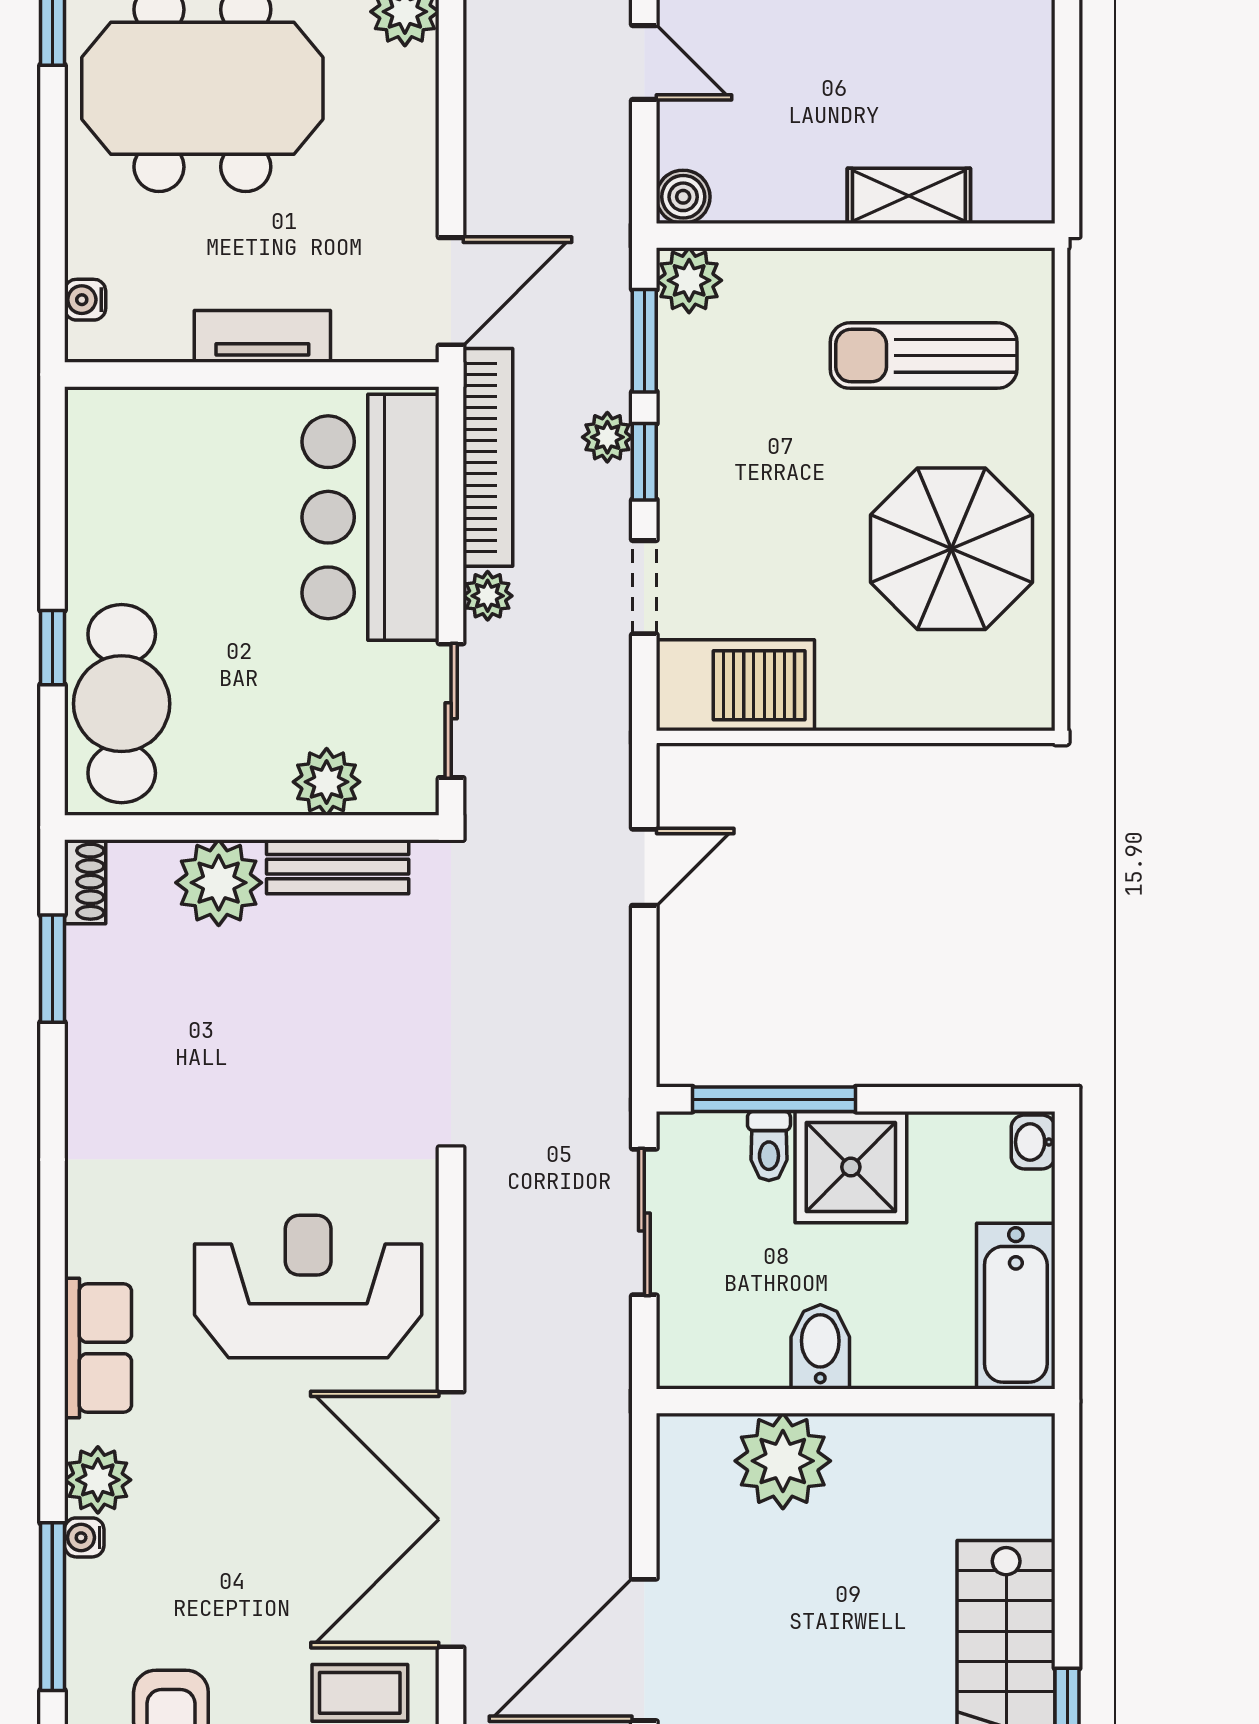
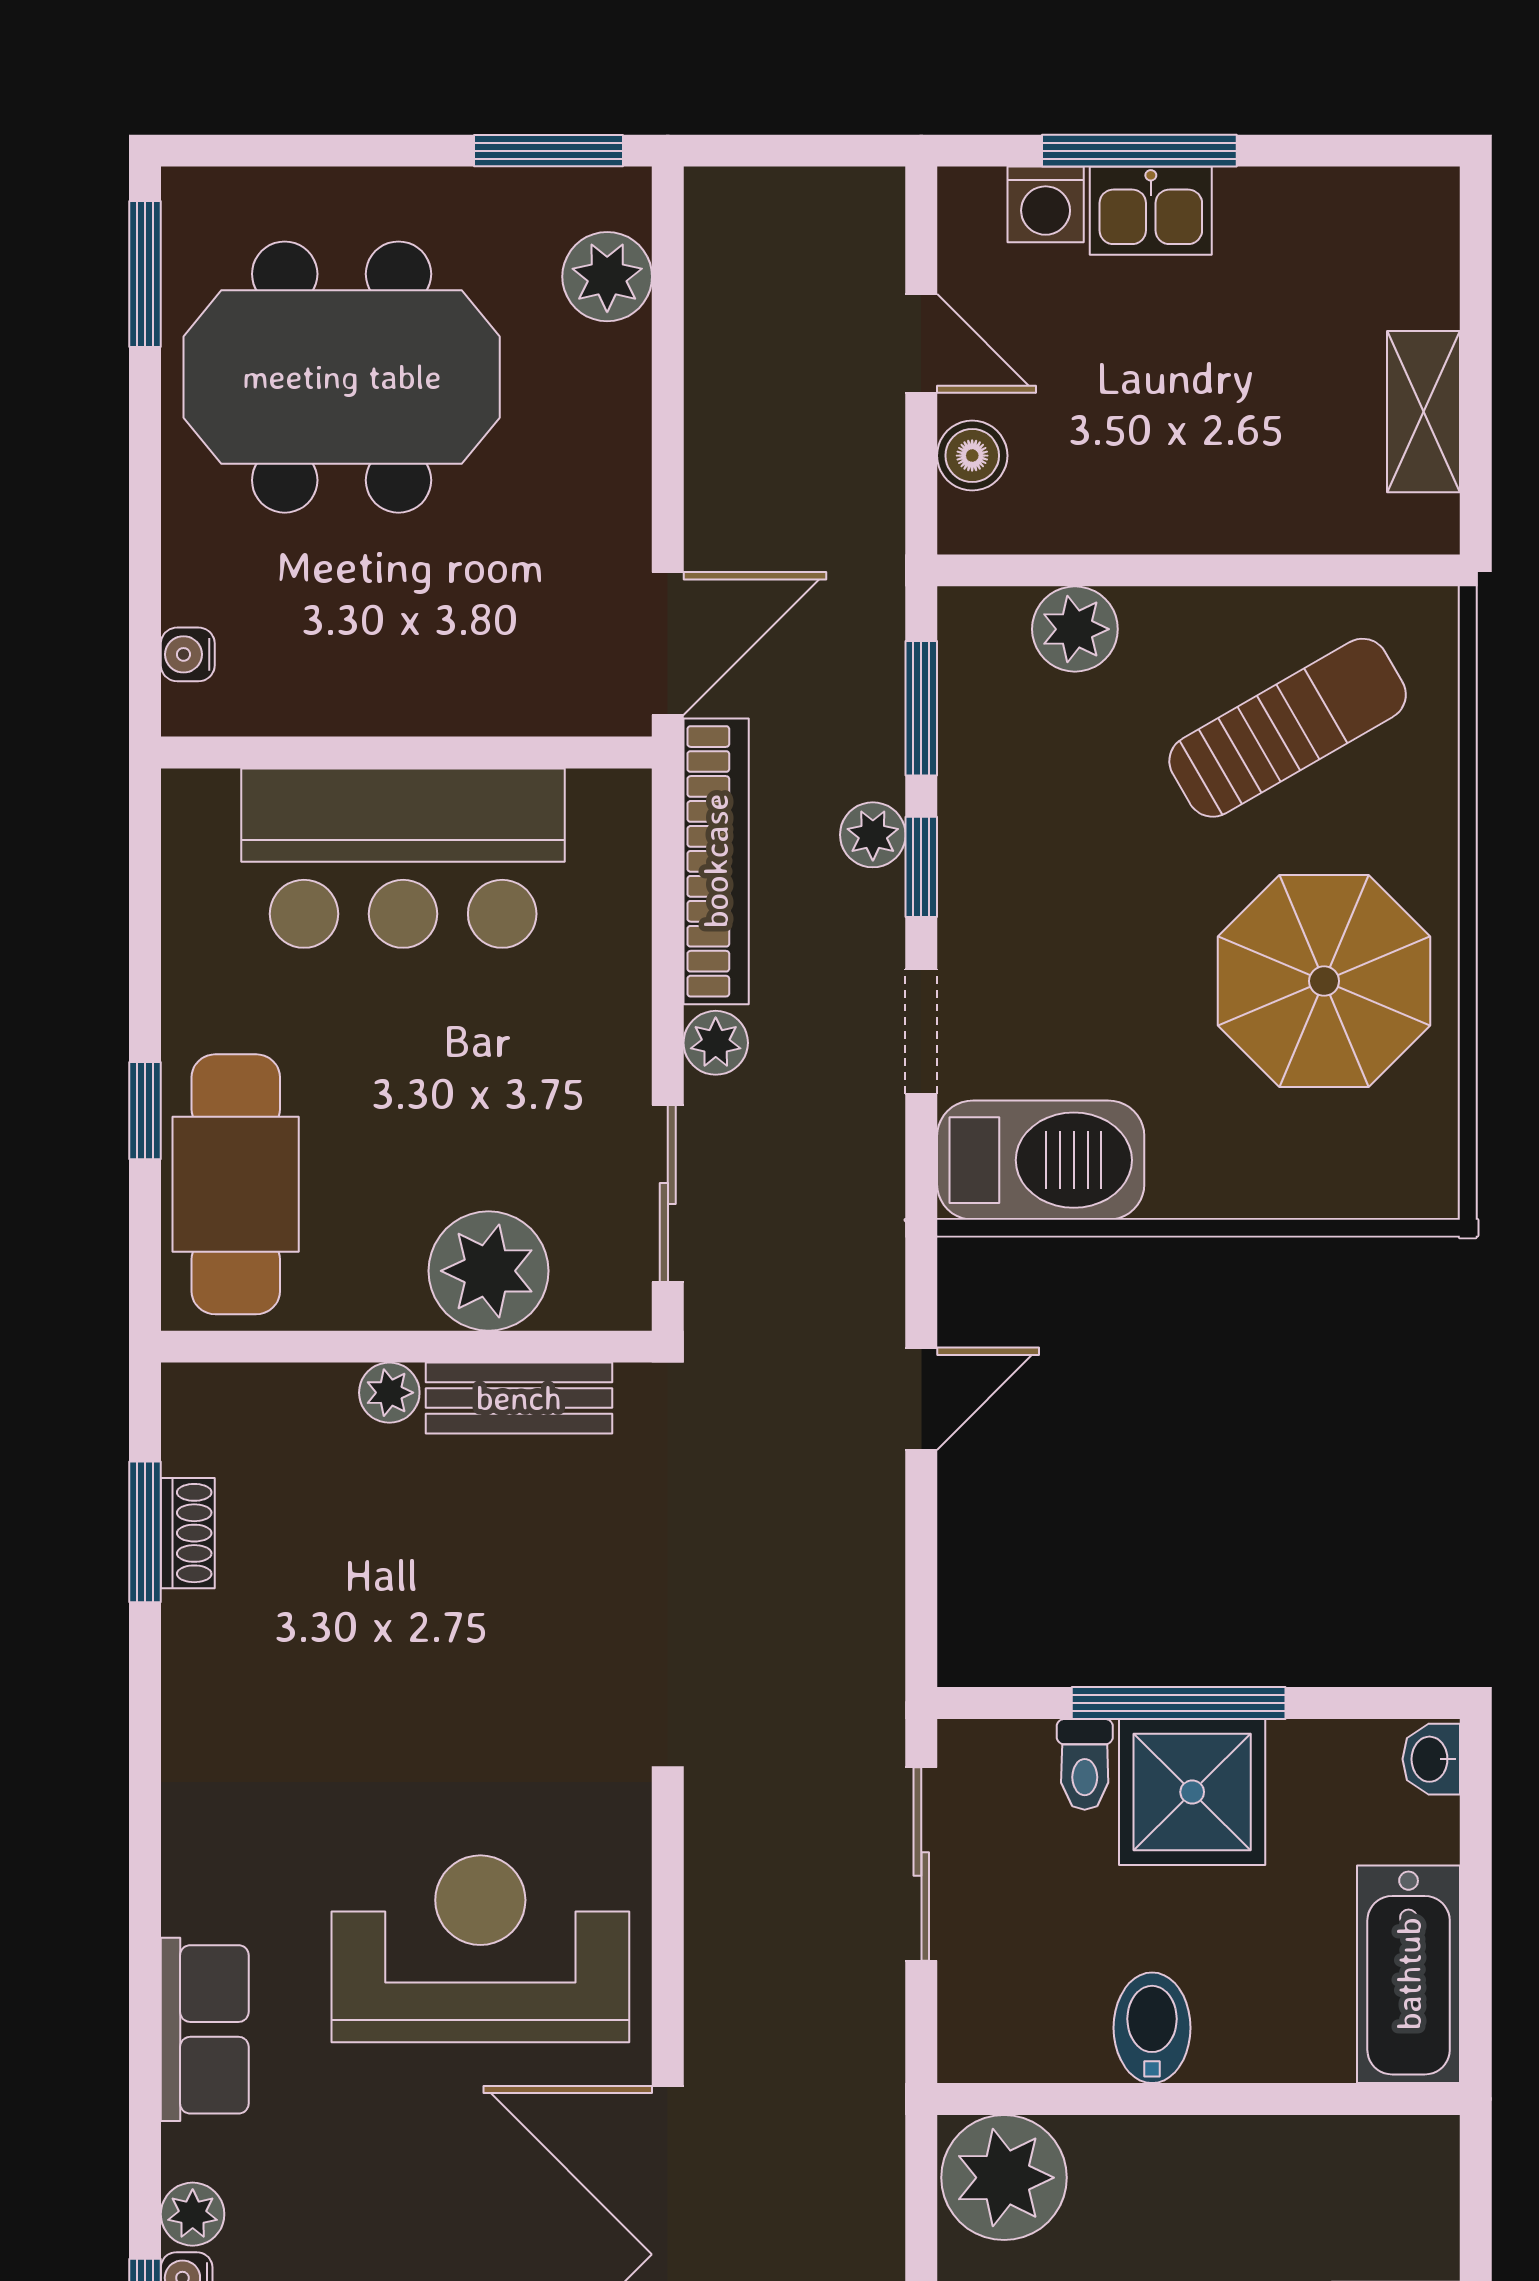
shelving: (909, 196) -> (1424, 412), moved, turned 90
boiler: (683, 197) -> (972, 456), moved
plant: (689, 280) -> (1075, 629), moved
tv unit: (262, 336) -> (420, 703), removed
sun lounger: (924, 356) -> (1288, 728), turned 150
bar counter: (371, 517) -> (403, 858), moved, turned -90
plant: (327, 782) -> (489, 1271), width x1.36, depth x1.36
shoe rack: (85, 882) -> (188, 1533), moved
plant: (219, 883) -> (389, 1393), width x0.53, depth x0.53
window: (774, 1099) -> (1179, 1703), moved
plant: (783, 1461) -> (1004, 2178), moved
plant: (98, 1480) -> (193, 2214), width x0.73, depth x0.73

